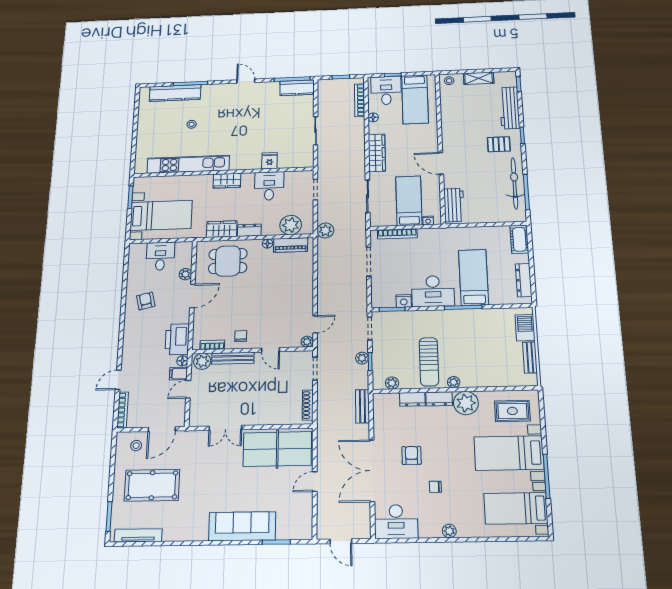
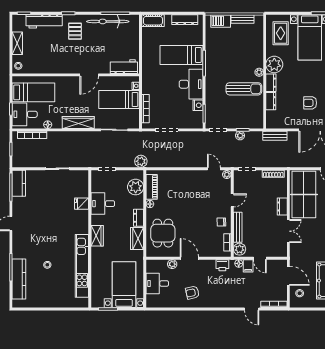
printer: (177, 339) -> (222, 265), width x0.53, depth x0.68
plant: (392, 383) -> (259, 115), removed
dresser: (261, 419) -> (282, 206), added

